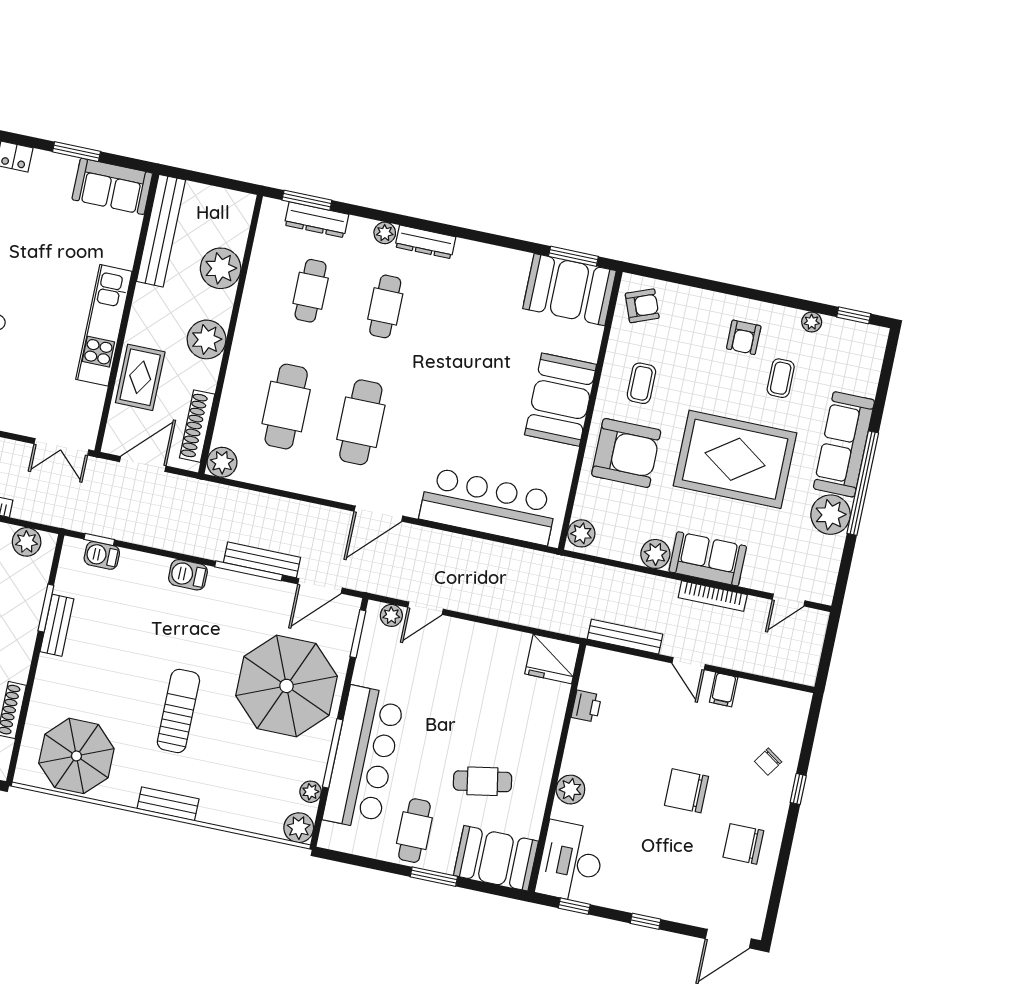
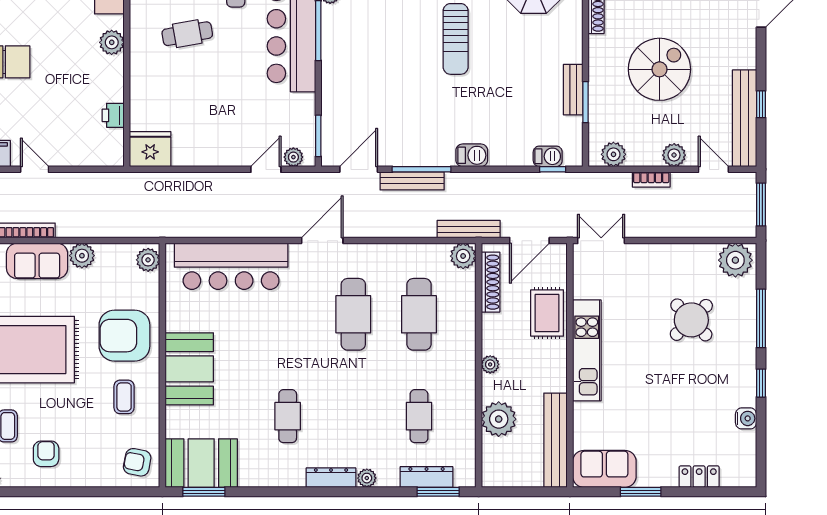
cafe table: (385, 306) -> (288, 416), moved
armchair: (642, 306) -> (137, 462), turned 32
plant: (207, 339) -> (490, 364), width x0.53, depth x0.53
bench: (625, 637) -> (469, 229), moved
parasol: (286, 686) -> (369, 79), removed

